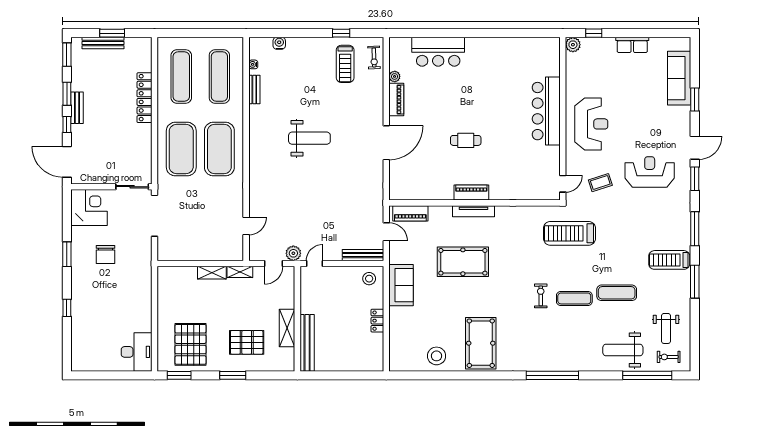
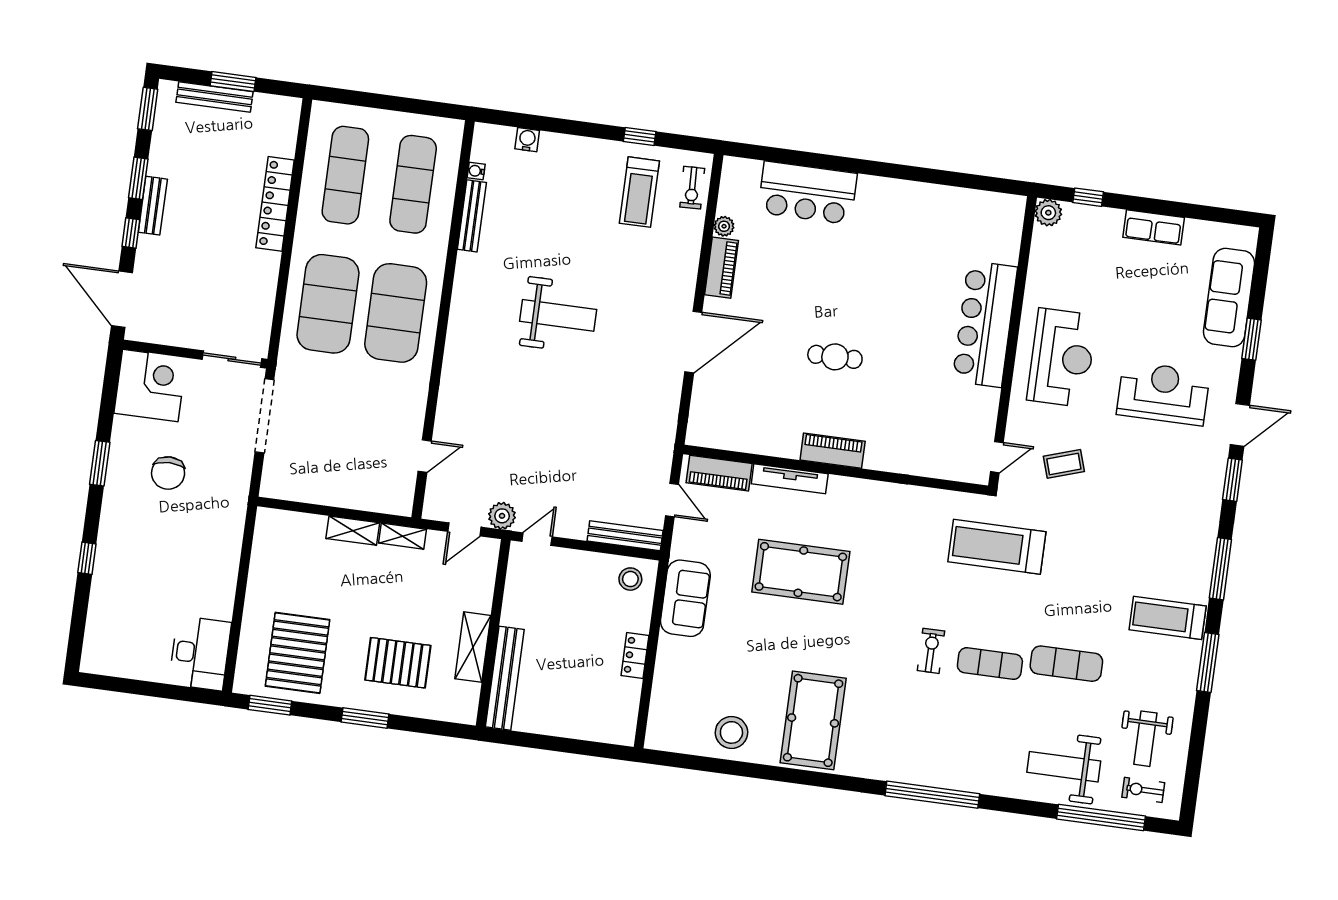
bench: (254, 90) -> (472, 216), width x1.36
reception desk: (650, 172) -> (1163, 393), moved
tv unit: (474, 211) -> (790, 479), moved

